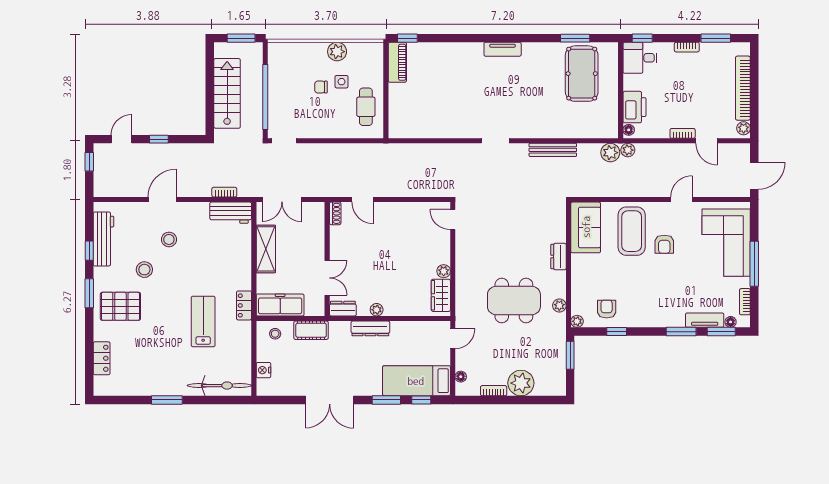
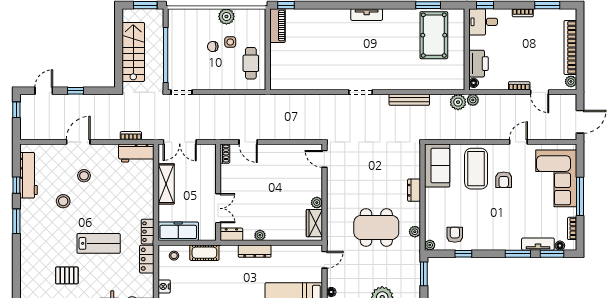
pallet: (120, 306) -> (67, 275), moved, width x0.67, depth x0.71
lab bench: (203, 321) -> (99, 243), moved, turned 90
locker: (102, 358) -> (147, 259), moved, turned 180

